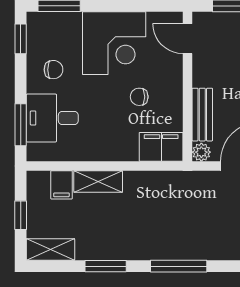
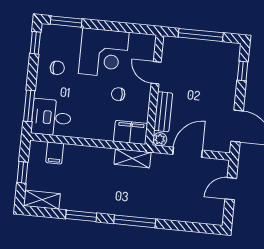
door: (188, 39) -> (156, 73), moved
desk: (52, 118) -> (51, 117), moved
shelving: (98, 181) -> (133, 158), moved

